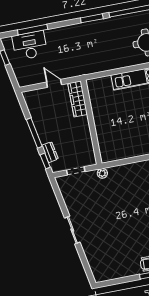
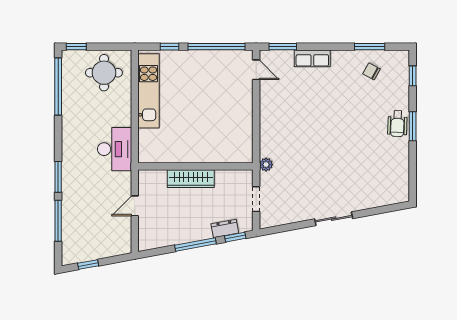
window: (92, 18) -> (58, 177), moved
desk: (30, 45) -> (115, 149), moved, turned 180
wardrobe: (78, 99) -> (191, 179), moved

